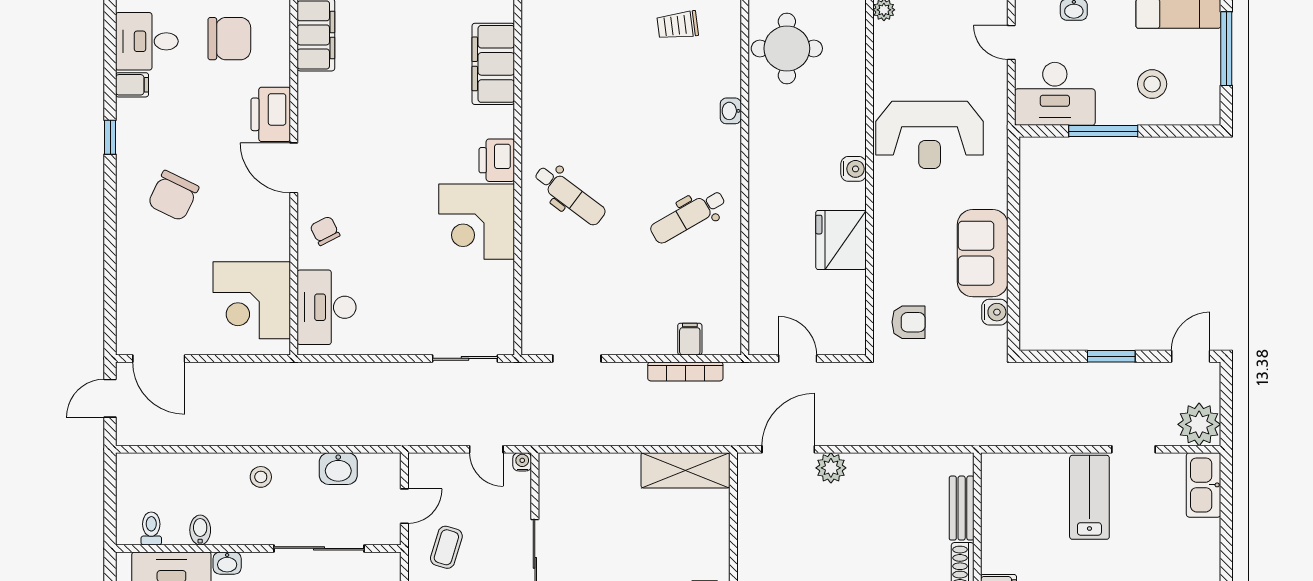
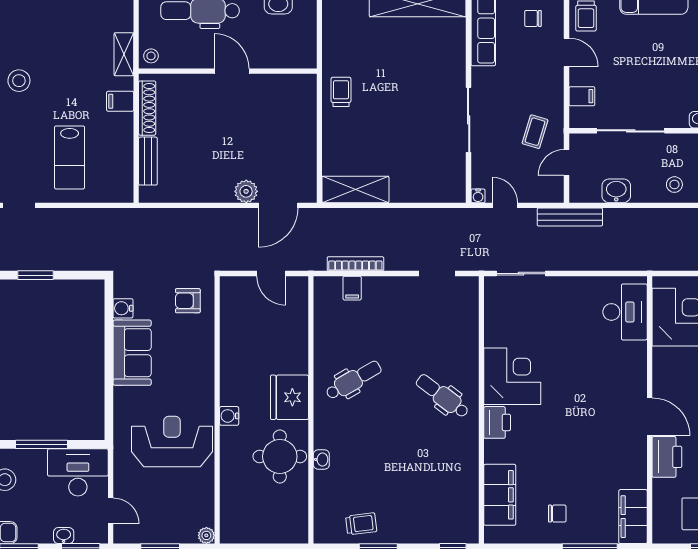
round table: (787, 48) -> (280, 456), moved
chair: (325, 231) -> (557, 514), moved, turned -63
fridge: (841, 240) -> (289, 397), moved, turned 180
bench: (400, 434) -> (570, 217), added
lab bench: (1089, 497) -> (70, 157), moved

